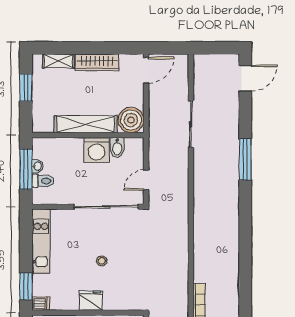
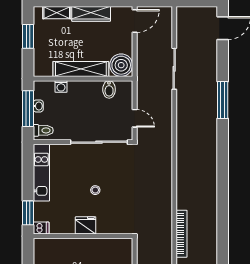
washing machine: (96, 150) -> (61, 86), moved, width x0.53, depth x0.53
door: (146, 180) -> (135, 118), swing flipped
toilet: (43, 181) -> (43, 130), moved

